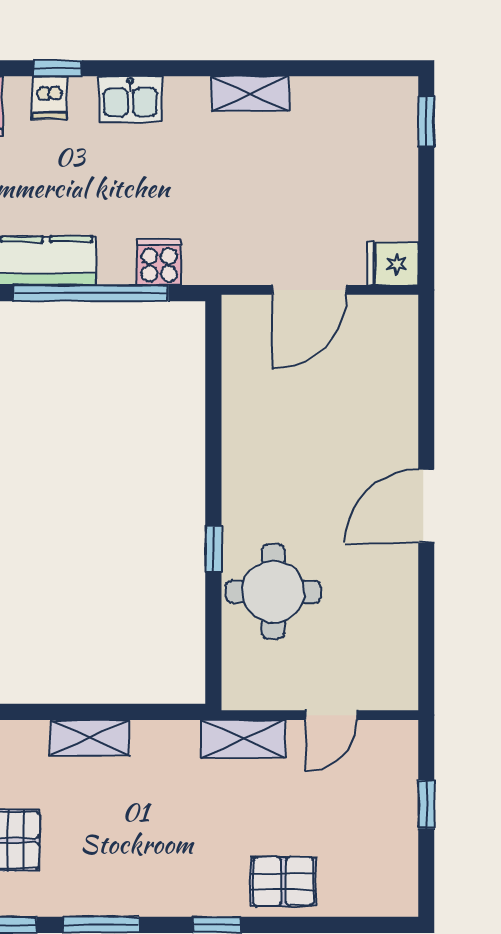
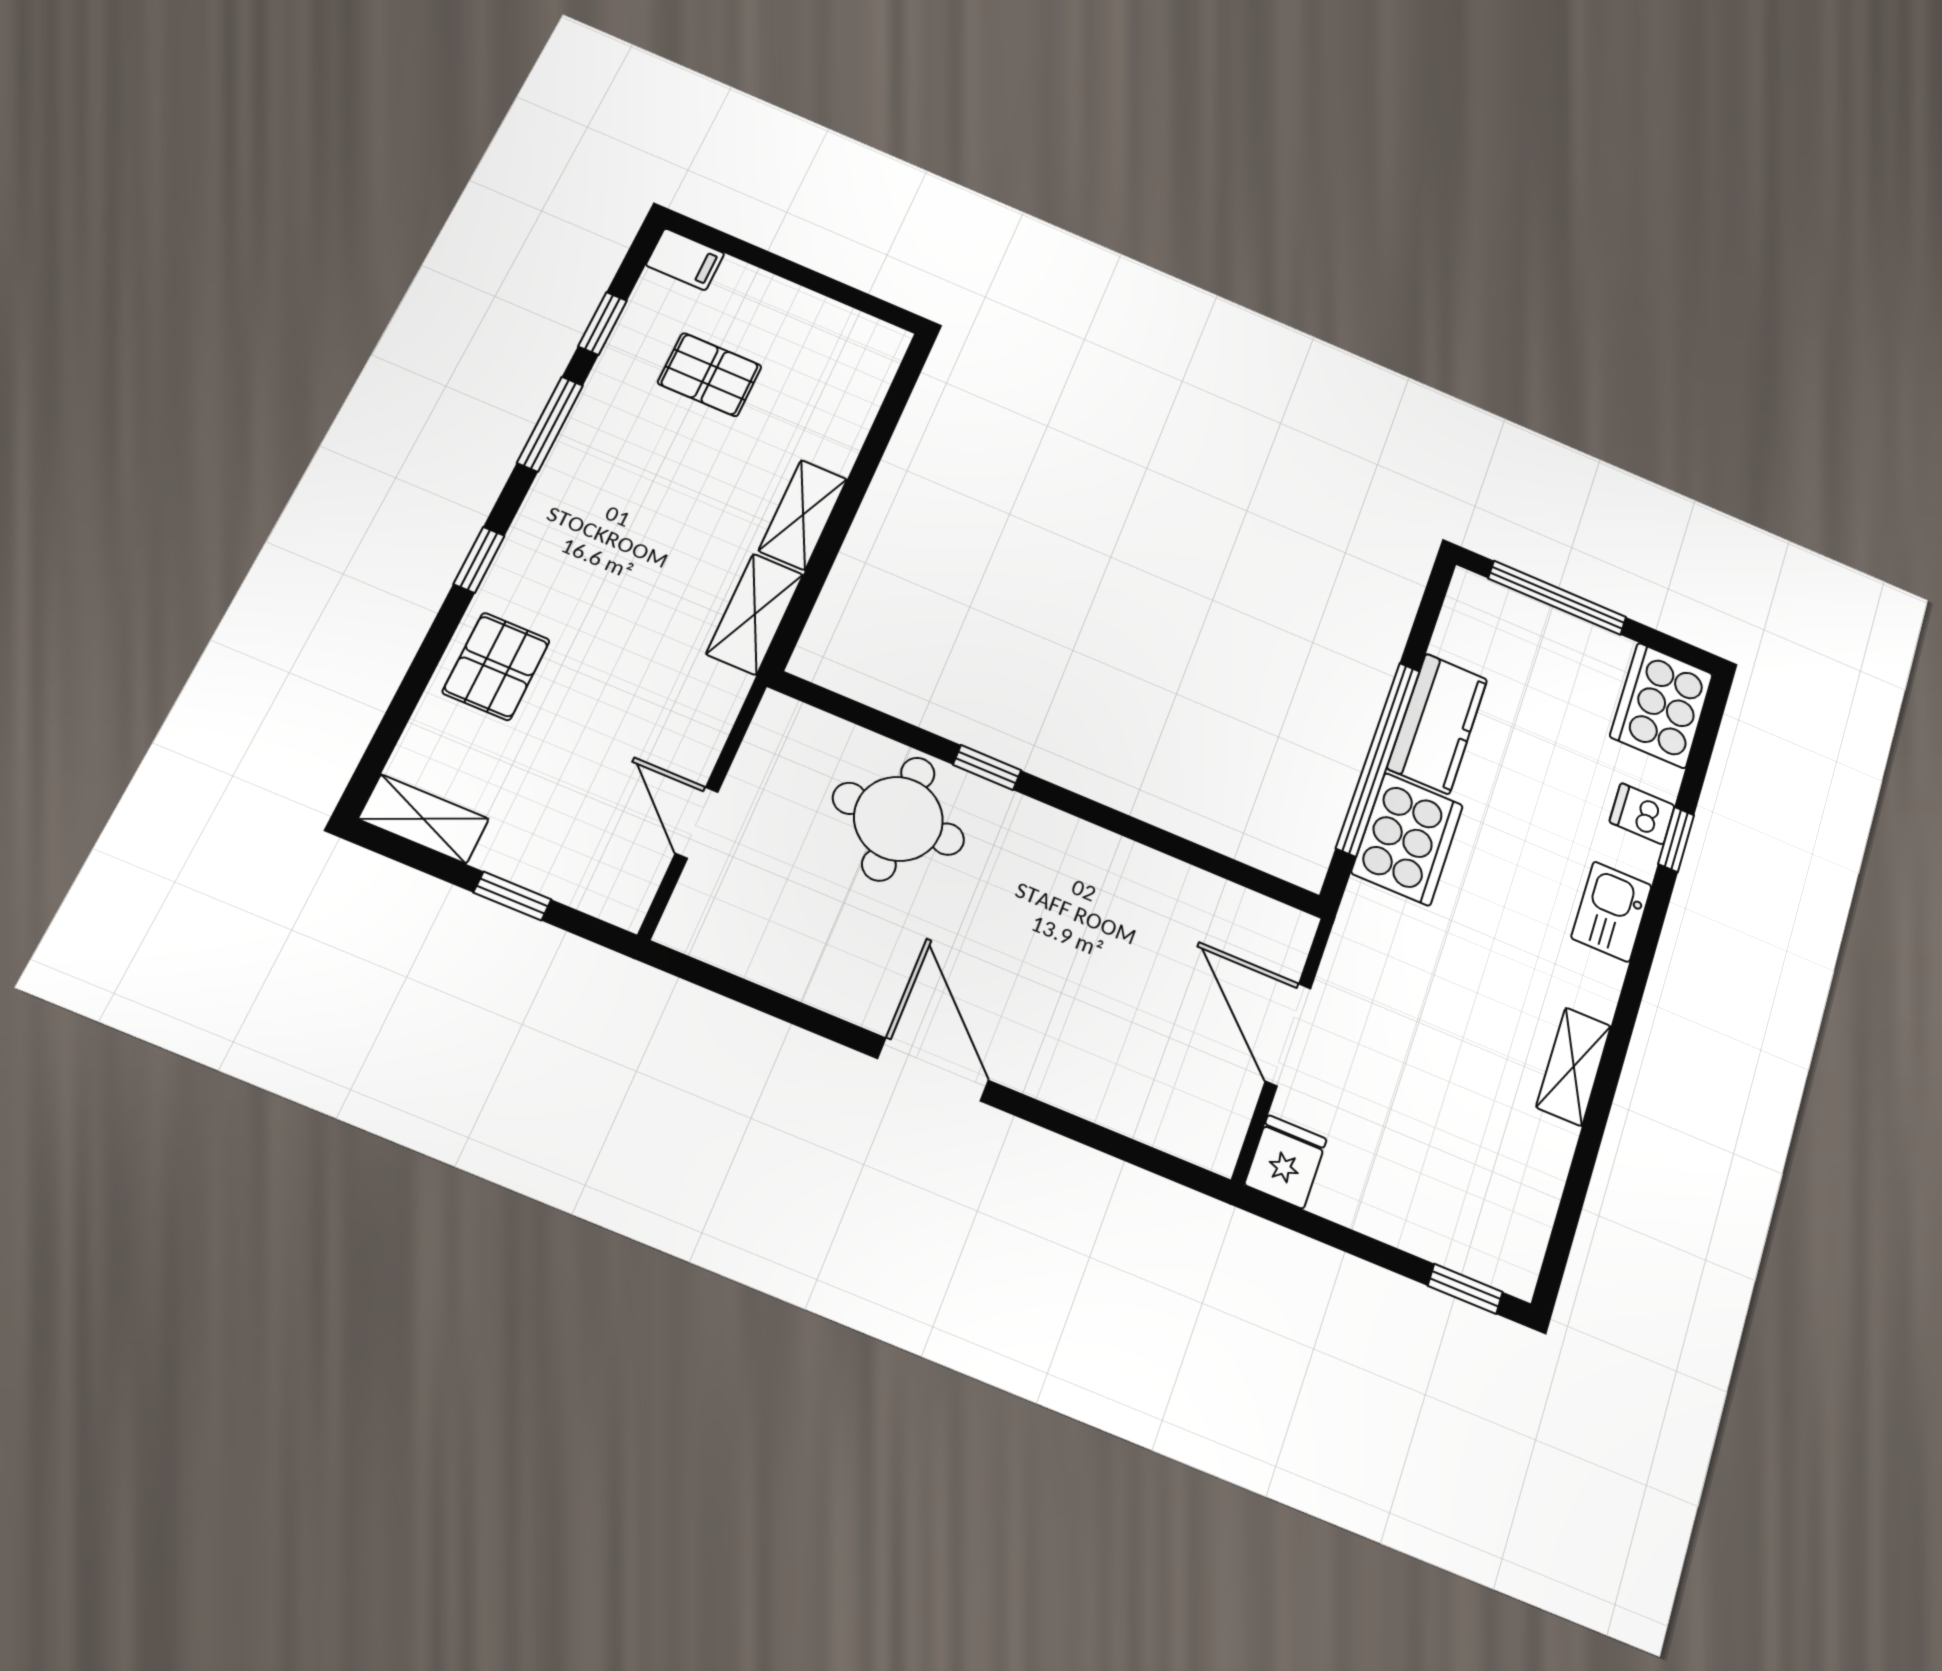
cooker: (159, 262) -> (1407, 839), width x1.87, depth x1.31
shelving: (243, 739) -> (755, 614), moved
shelving: (401, 879) -> (423, 819), added

